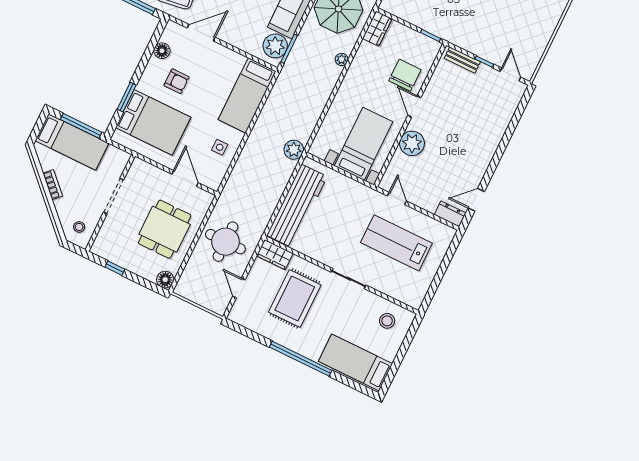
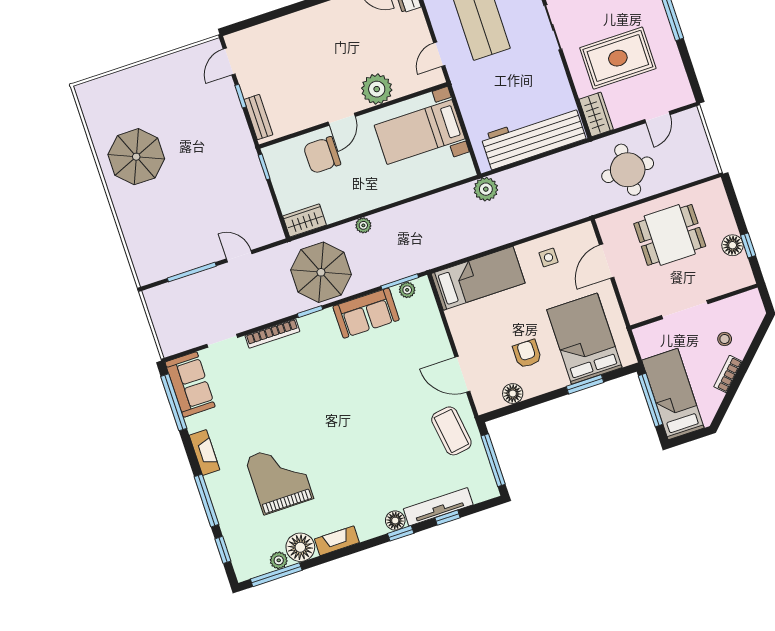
plant: (275, 46) -> (407, 290), width x0.53, depth x0.53
stool: (79, 227) -> (725, 339), moved
floor lamp: (165, 280) -> (733, 245), moved

